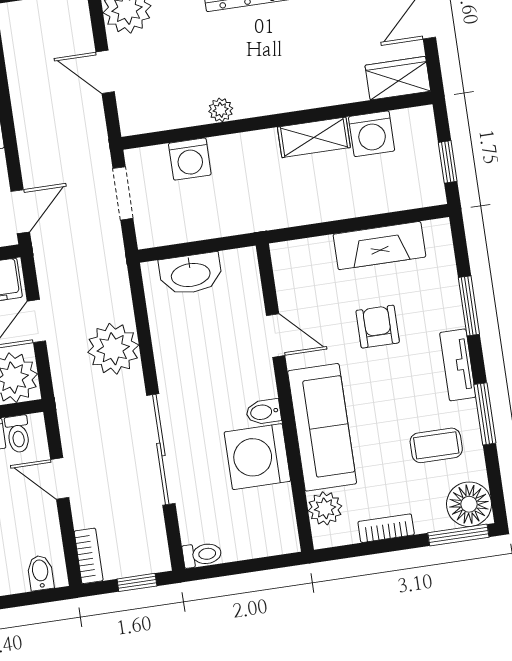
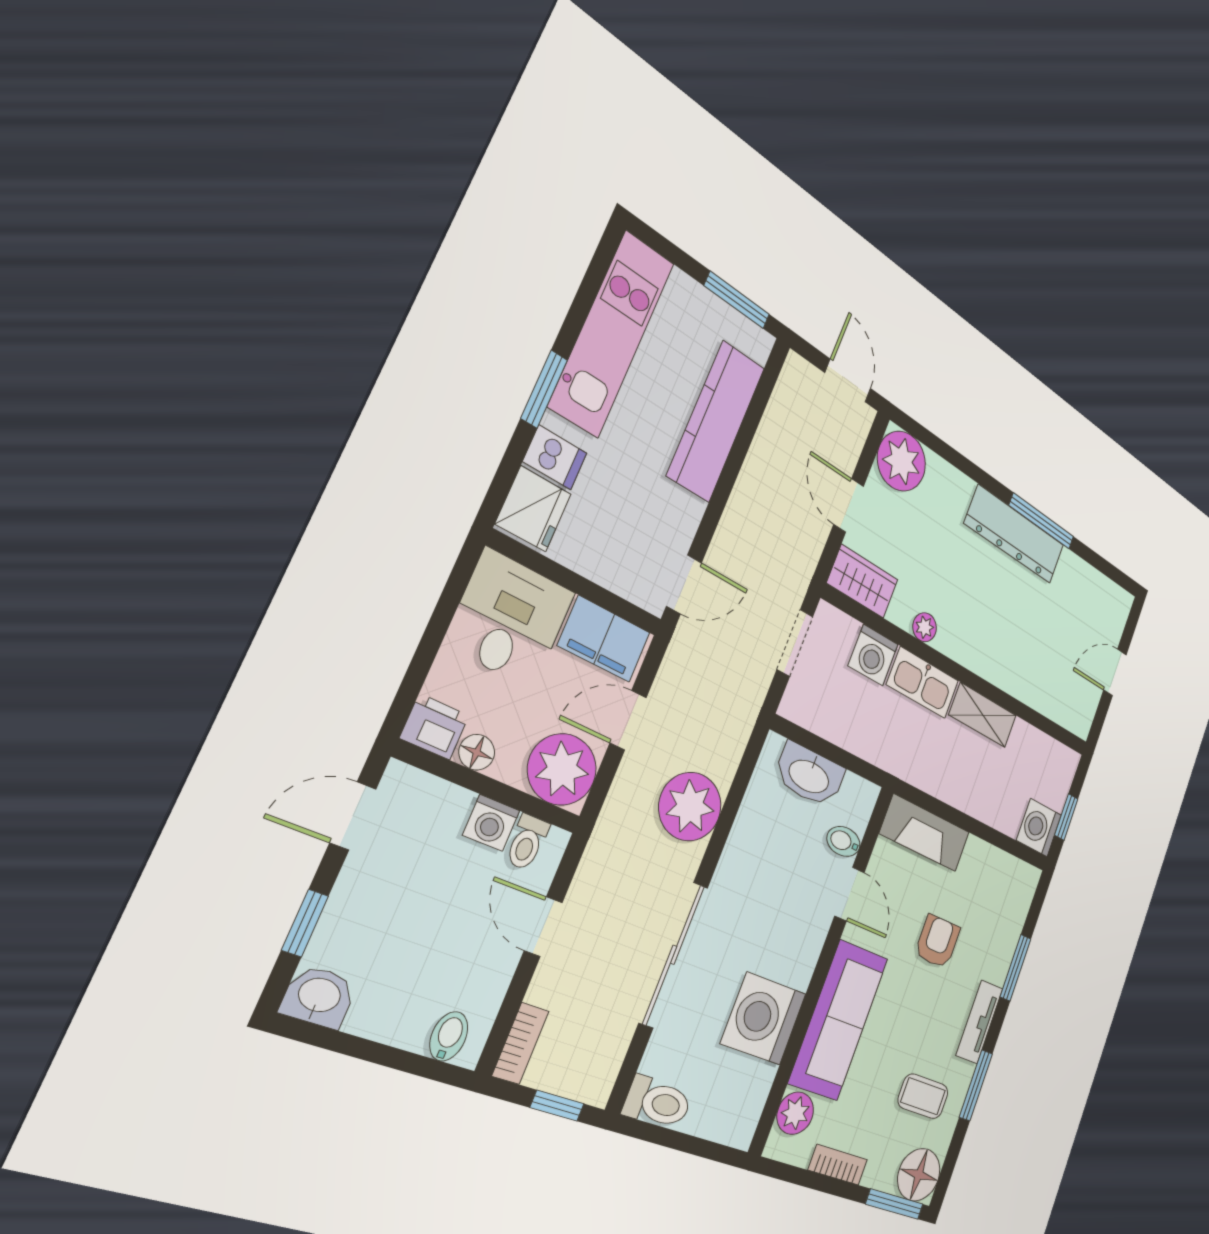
wardrobe: (398, 78) -> (863, 581), moved
washing machine: (372, 134) -> (1039, 828), moved, turned 90
kitchen sink: (244, 150) -> (923, 683), added
fireplace: (379, 246) -> (925, 833), moved
bidet: (263, 412) -> (843, 841), moved
toilet: (202, 555) -> (658, 1103), width x1.37, depth x1.39

